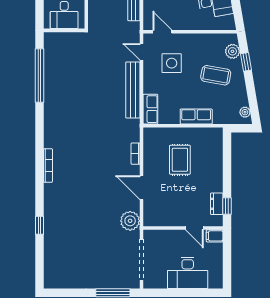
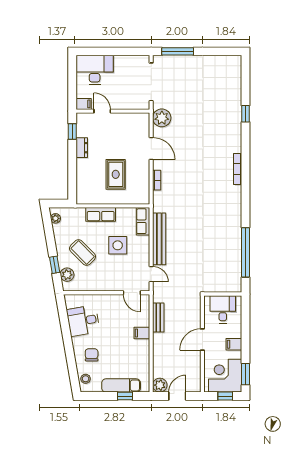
side table: (172, 63) -> (118, 245), moved
coffee table: (216, 75) -> (83, 253), turned 35
dresser: (217, 204) -> (82, 148), moved
desk: (188, 273) -> (95, 70), moved

